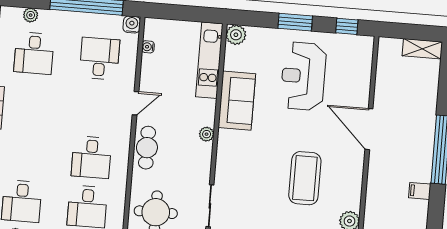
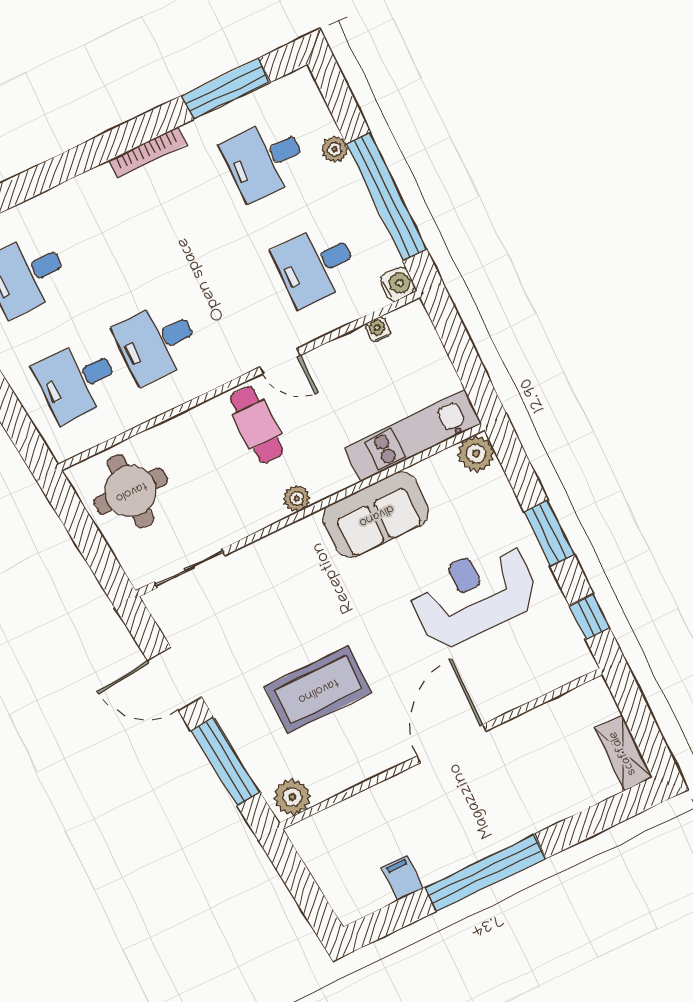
plant: (31, 15) -> (335, 149), moved
desk: (99, 59) -> (316, 265), turned 180
cafe table: (147, 148) -> (257, 425), moved, turned 90

